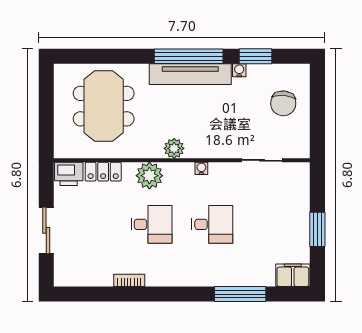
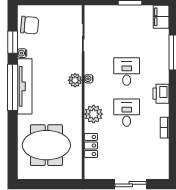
chair: (283, 103) -> (30, 25), moved
plant: (174, 148) -> (75, 80), moved
printer: (69, 174) -> (161, 94), moved, turned 180

